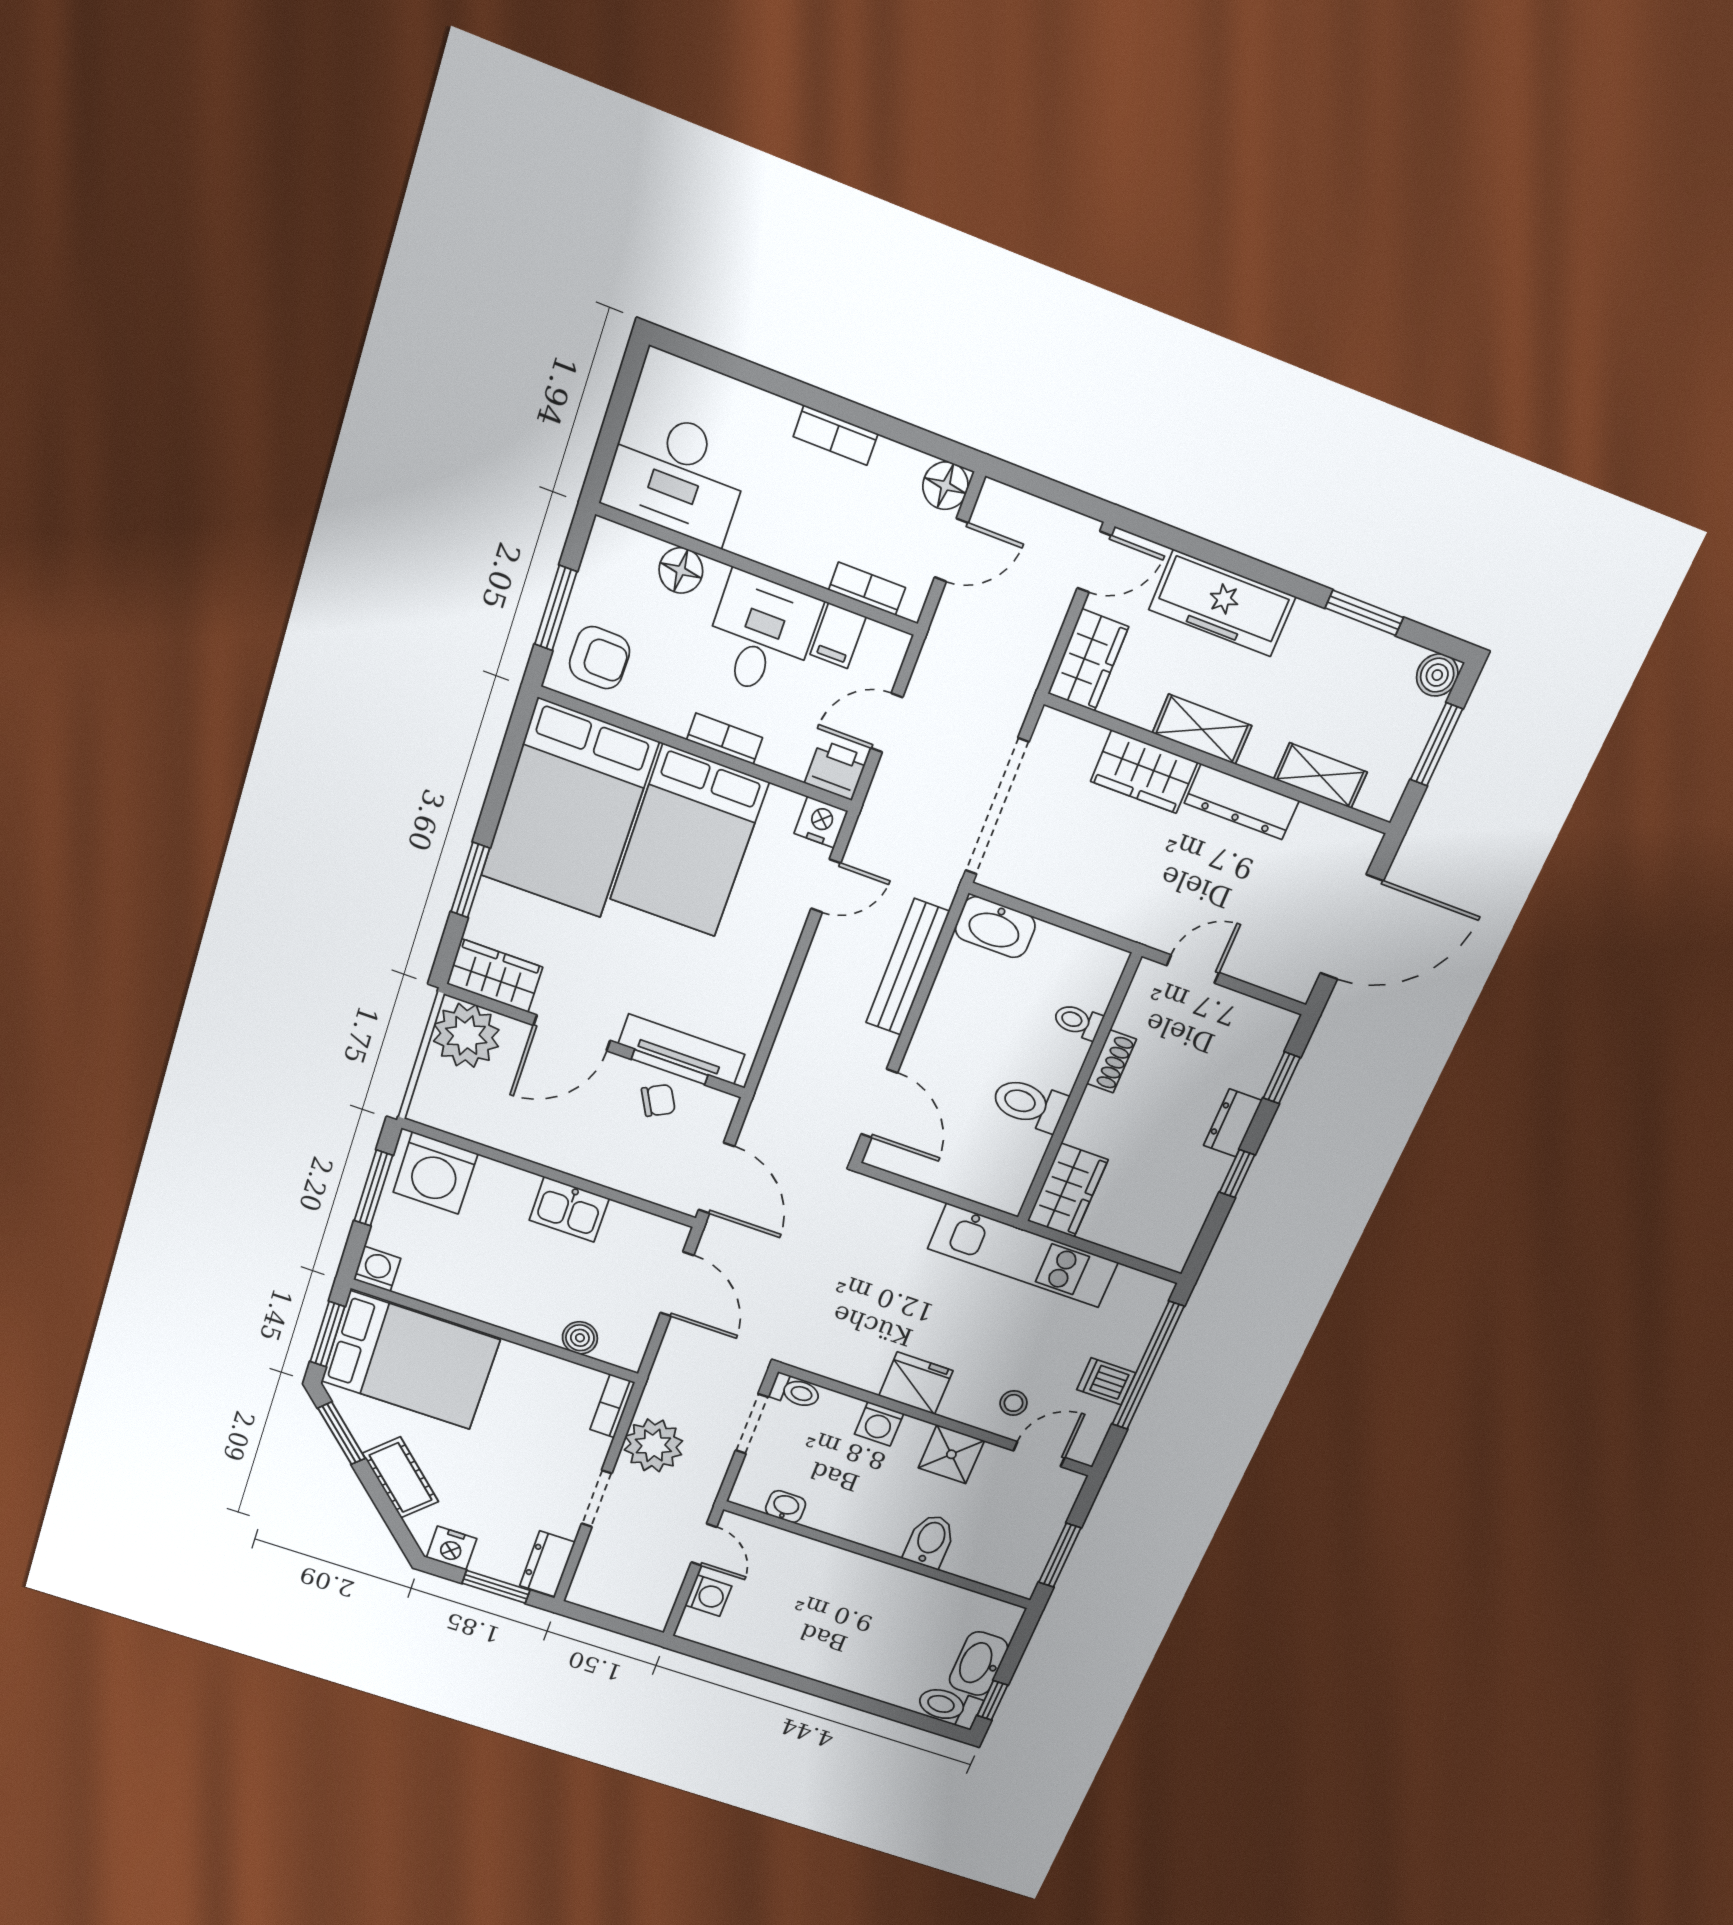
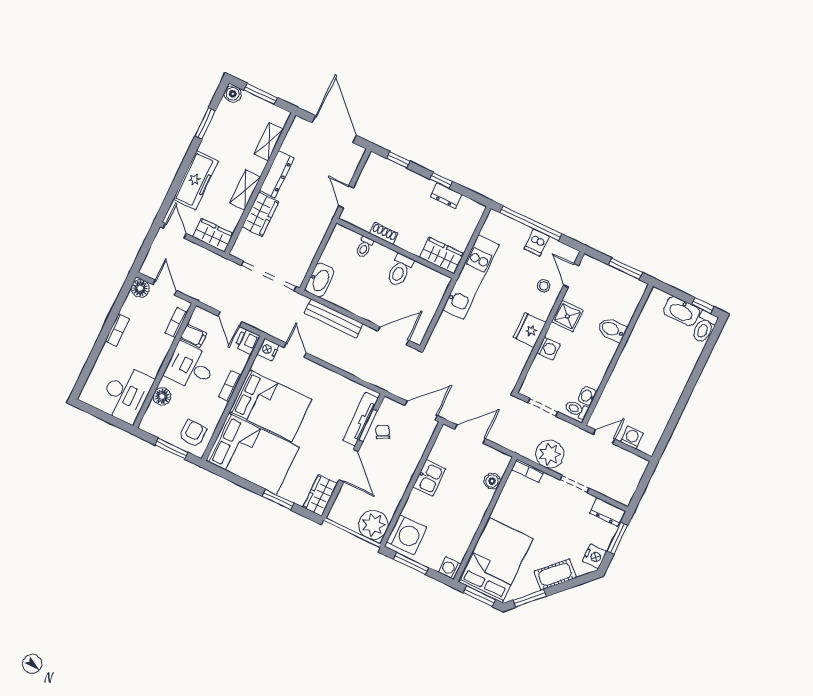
plant: (466, 1035) -> (373, 525), moved
dresser: (1233, 1123) -> (446, 196), moved
toilet: (795, 1391) -> (576, 409), moved, turned -90

